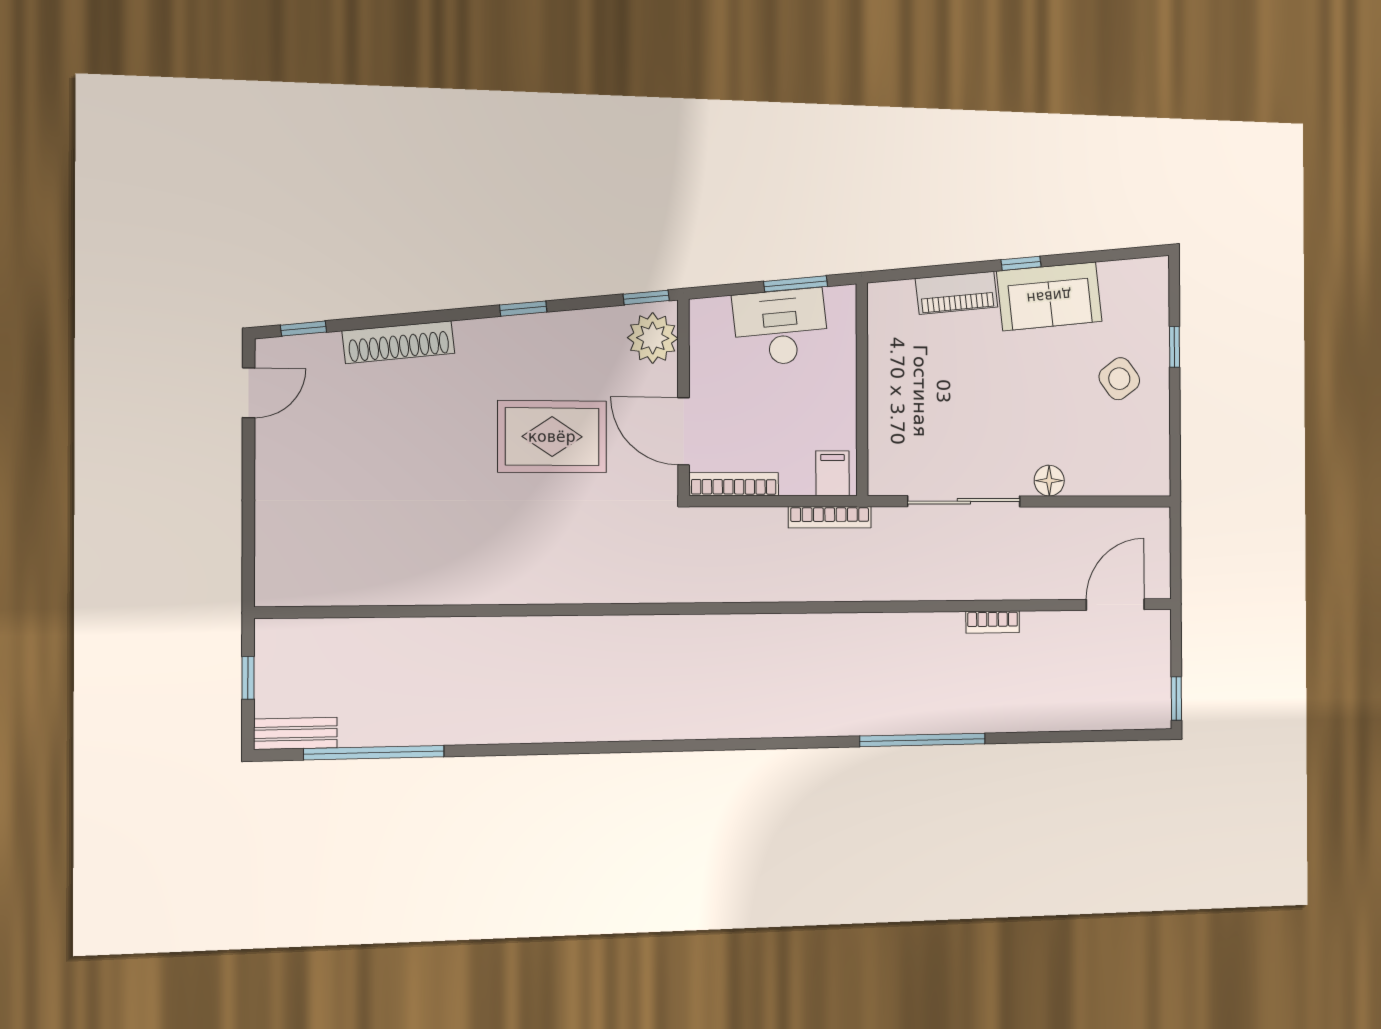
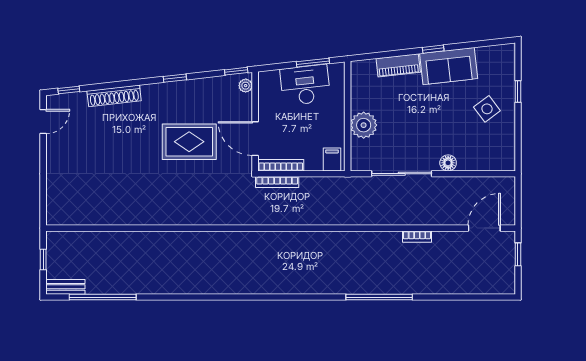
plant: (653, 338) -> (246, 86), width x0.53, depth x0.53
plant: (892, 407) -> (364, 125), added
bookcase: (830, 517) -> (277, 182), moved
window: (1176, 699) -> (518, 254), moved

